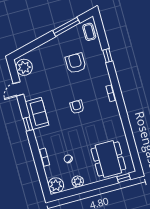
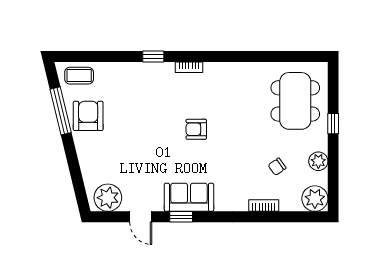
window: (107, 56) -> (153, 56), moved
armchair: (76, 63) -> (88, 116), moved, turned 90
window: (28, 124) -> (181, 217), moved
dining table: (108, 159) -> (295, 101), turned 90
window: (124, 178) -> (333, 124), moved

